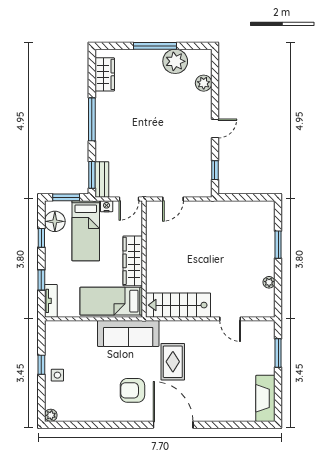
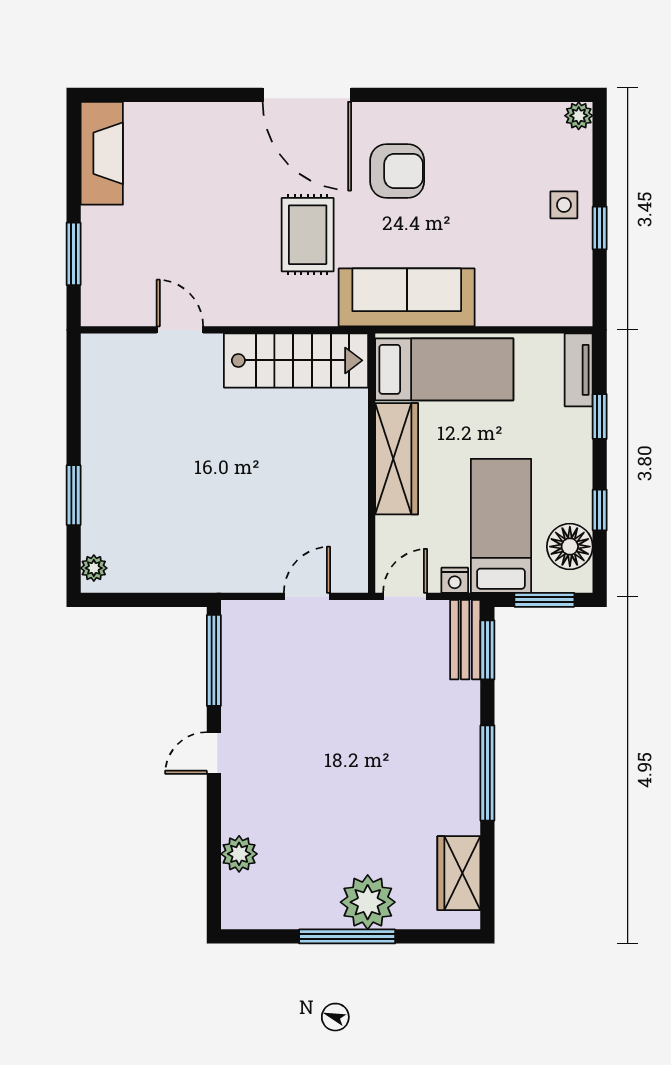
plant: (175, 61) -> (368, 902), moved
window: (215, 170) -> (214, 660), width x2.17
plant: (269, 282) -> (94, 568), moved

